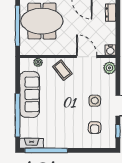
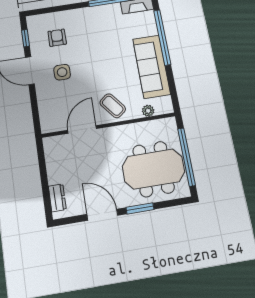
water cooler: (110, 50) -> (50, 144), removed
door: (87, 57) -> (82, 129), swing flipped
plant: (109, 68) -> (48, 119), removed

